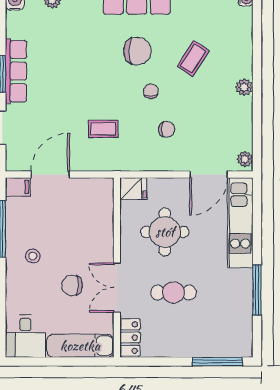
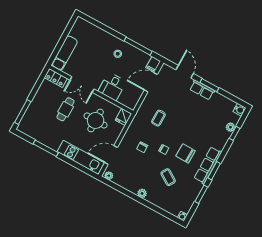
chair: (137, 51) -> (186, 153), turned 91
row of seats: (16, 71) -> (202, 90), width x0.68
door: (50, 174) -> (151, 82), swing flipped
door: (209, 174) -> (111, 155), hinge flipped
chair: (72, 285) -> (94, 64), removed
double door: (117, 288) -> (82, 84), swing flipped
desk: (25, 336) -> (112, 86), moved, turned -90

